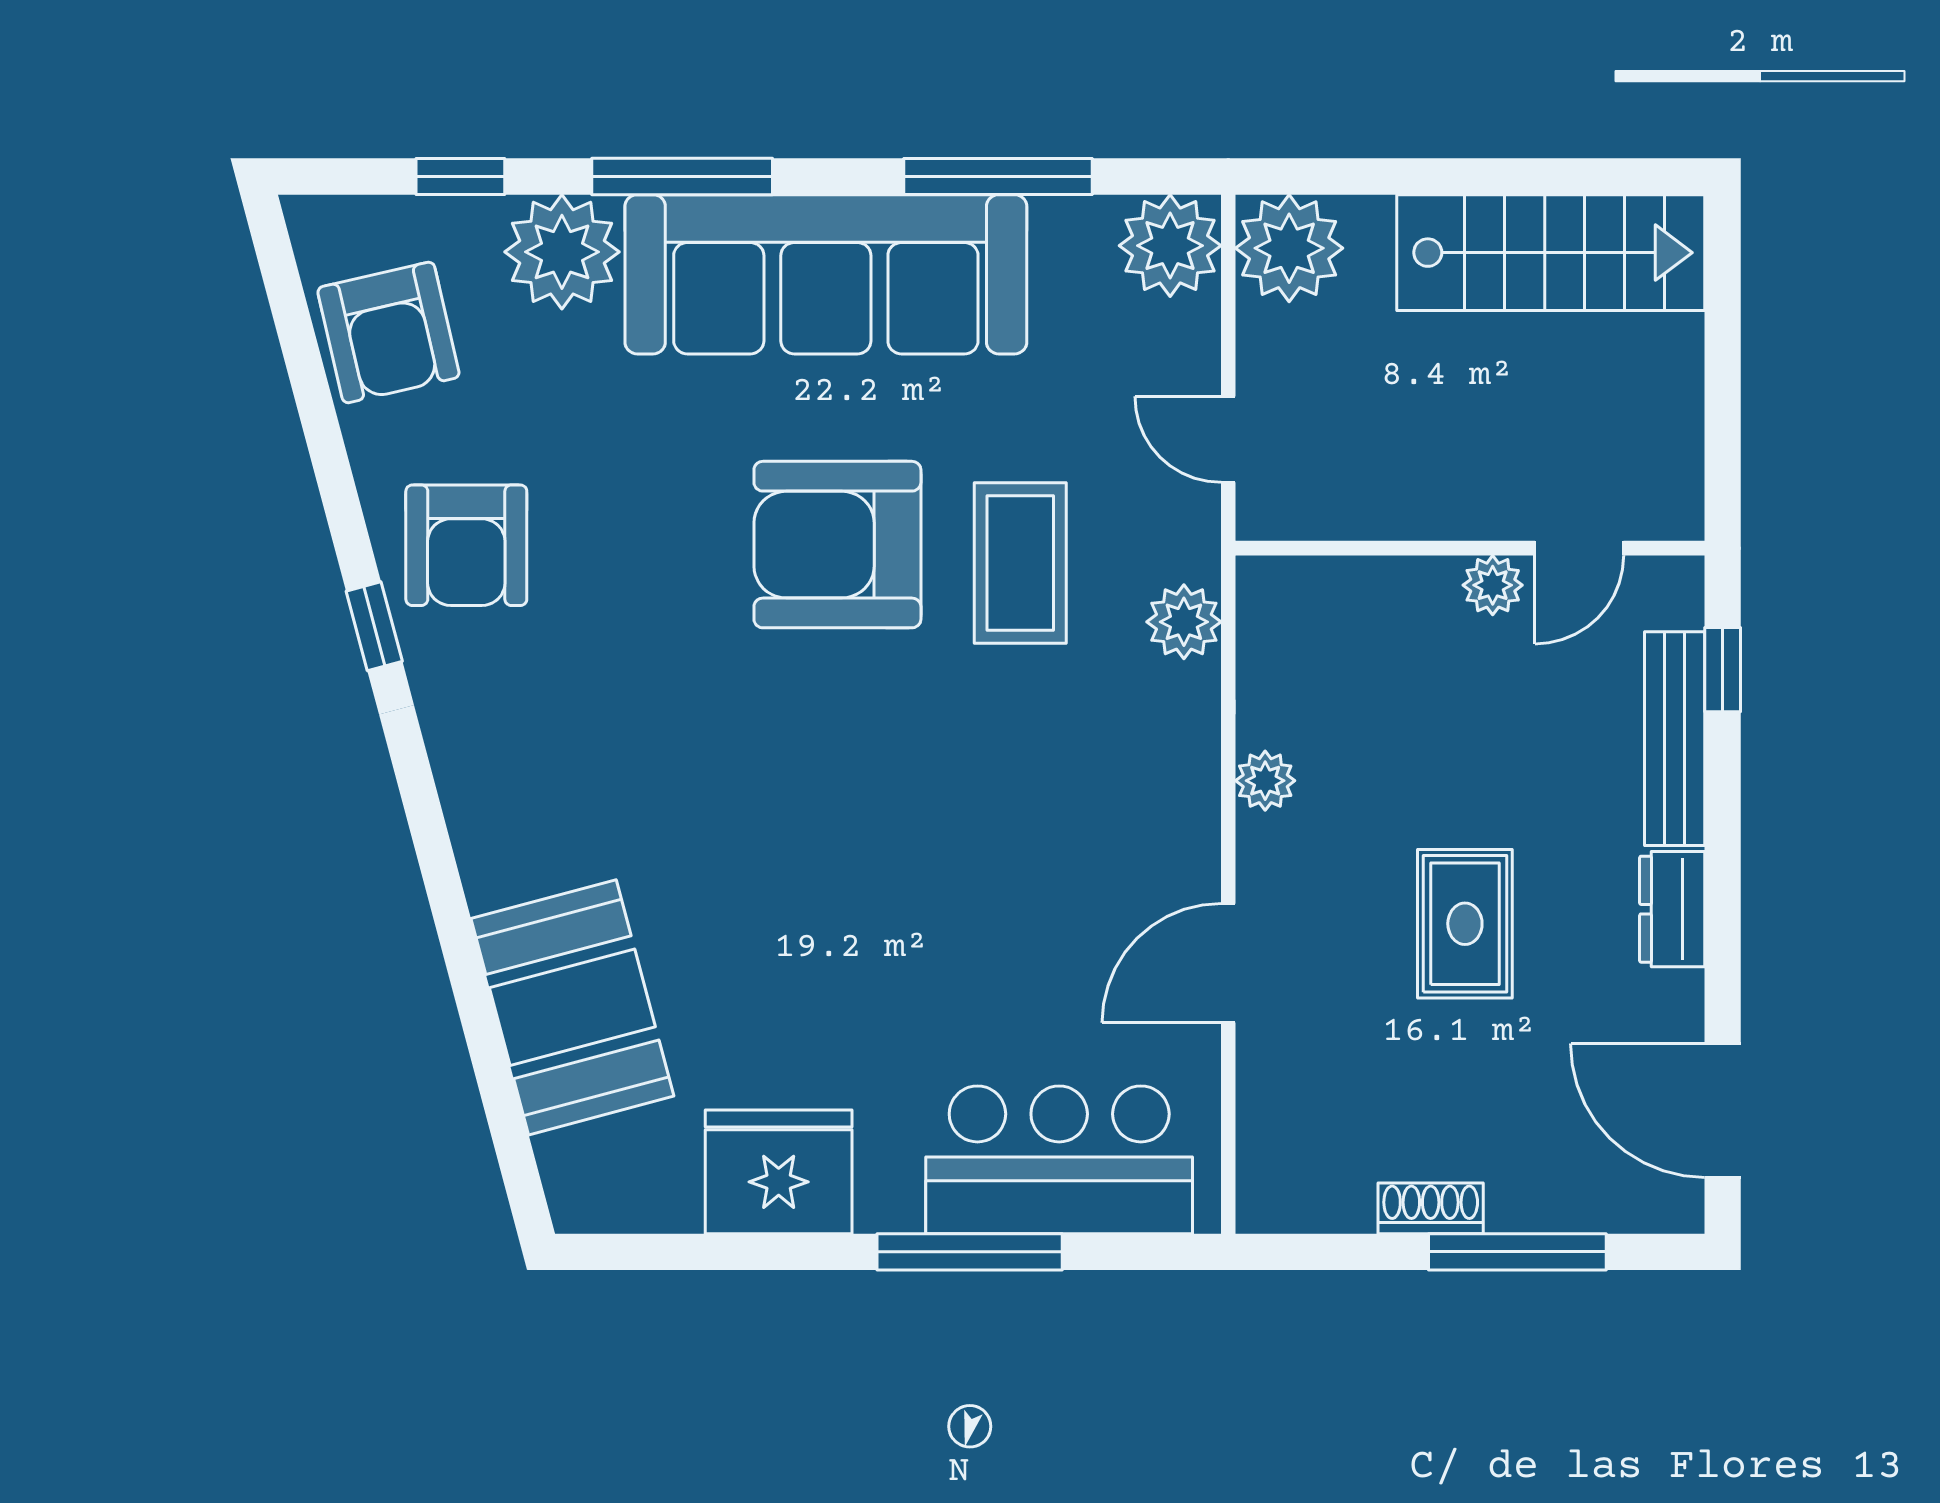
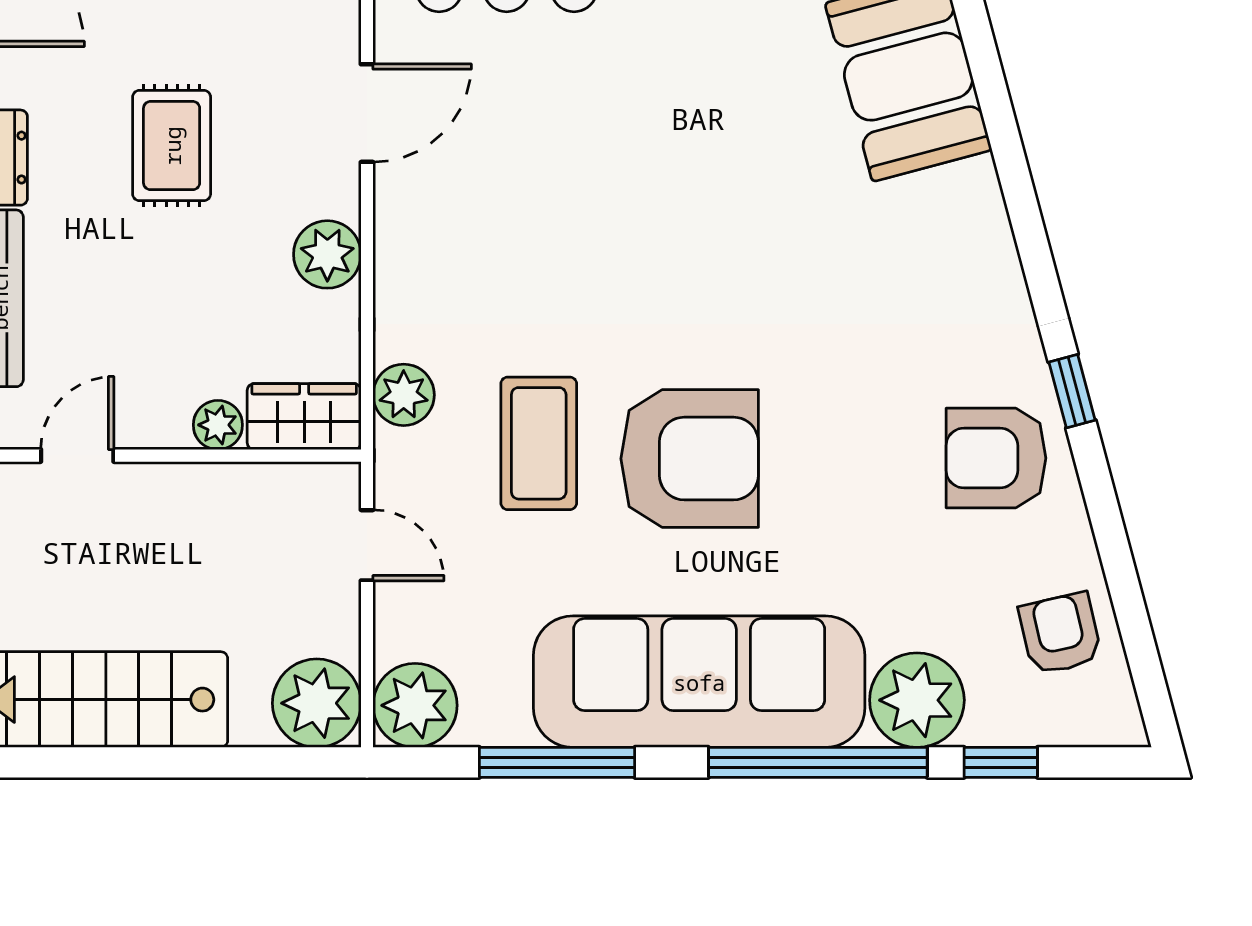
window: (682, 176) -> (818, 762), width x1.46
armchair: (388, 332) -> (1060, 634), width x0.72, depth x0.72
armchair: (466, 545) -> (996, 458), turned -90
plant: (1493, 585) -> (218, 425), moved
wardrobe: (1304, 595) -> (304, 417), added
plant: (1265, 781) -> (327, 254), width x1.38, depth x1.38

